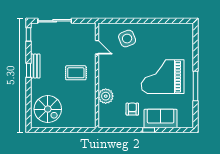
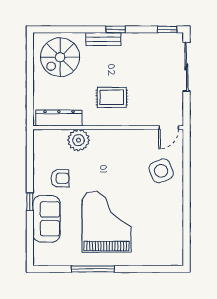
door: (97, 47) -> (169, 128), moved
bench: (35, 66) -> (103, 39), moved
rug: (76, 73) -> (112, 97), turned 90
dresser: (90, 110) -> (59, 118), added

